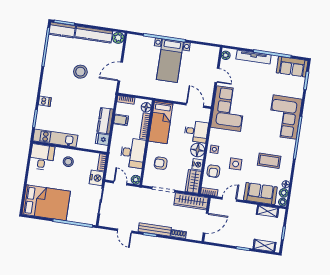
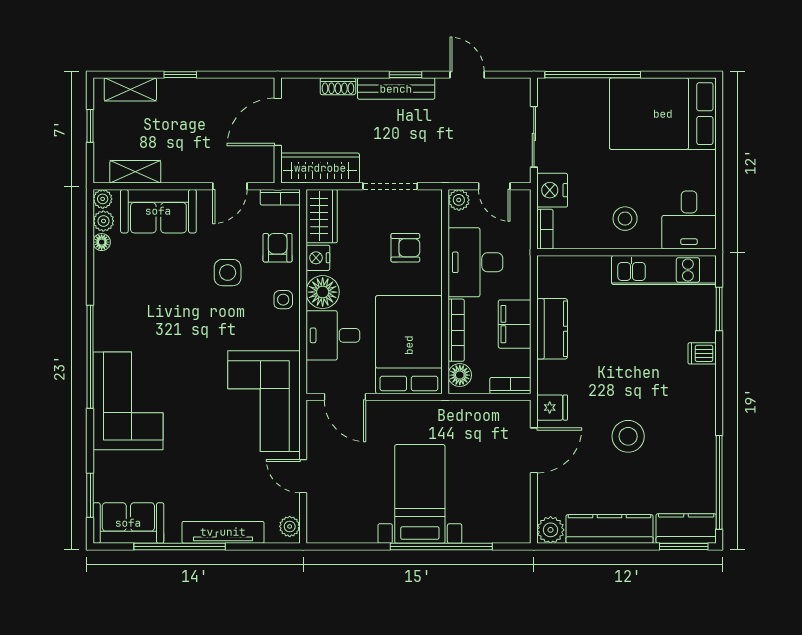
filing cabinet: (121, 120) -> (515, 324), width x2.00
bed: (161, 122) -> (409, 345), width x1.50
fridge: (102, 139) -> (552, 408), moved
coffee table: (269, 161) -> (149, 292), removed

